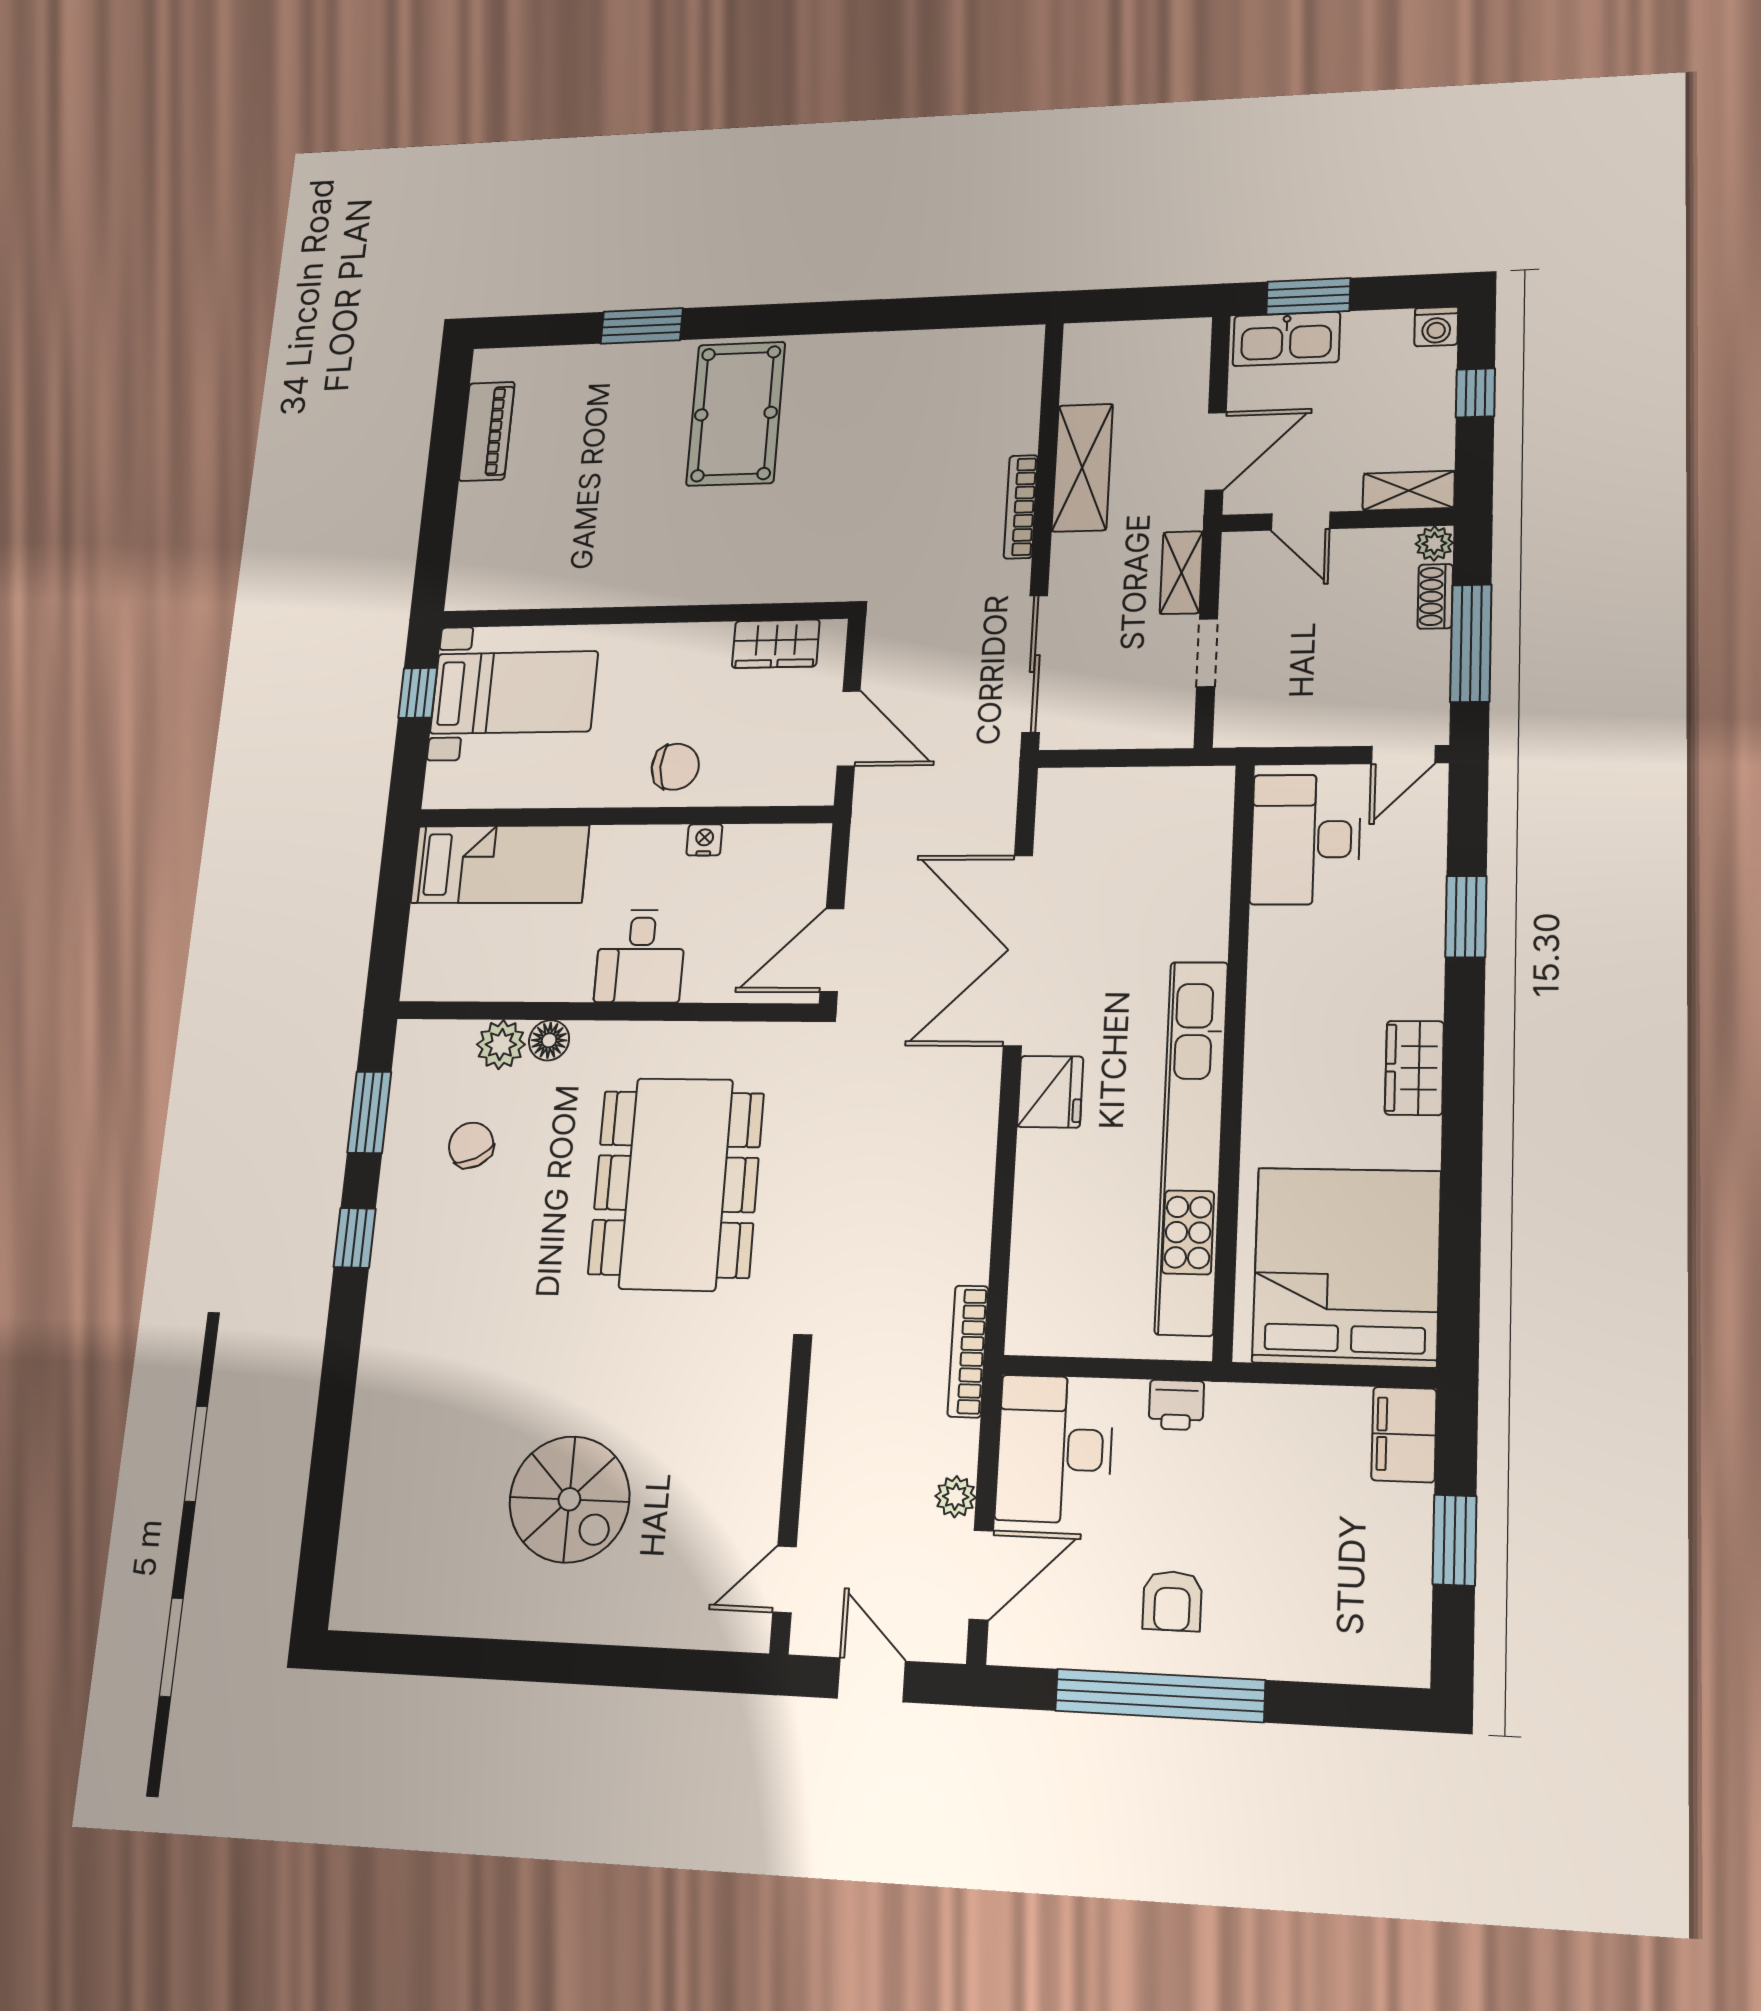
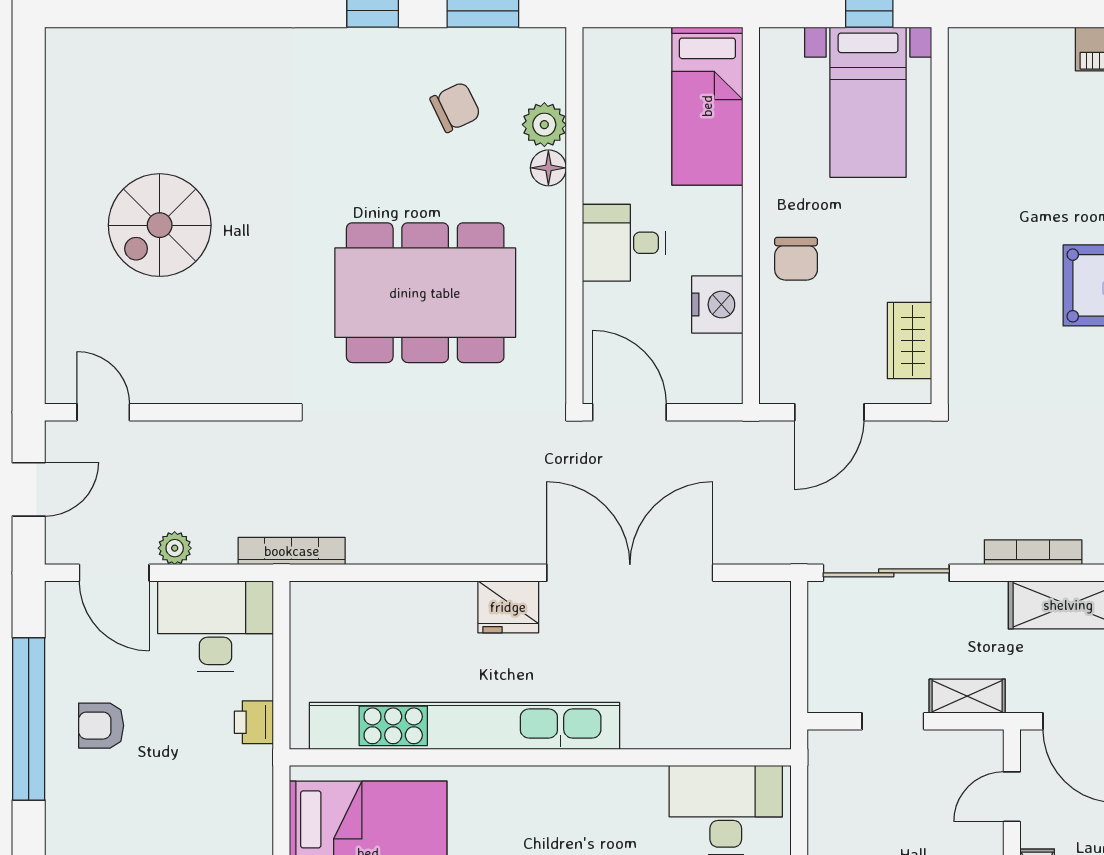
nightstand: (704, 840) -> (717, 304), width x1.89, depth x1.79

